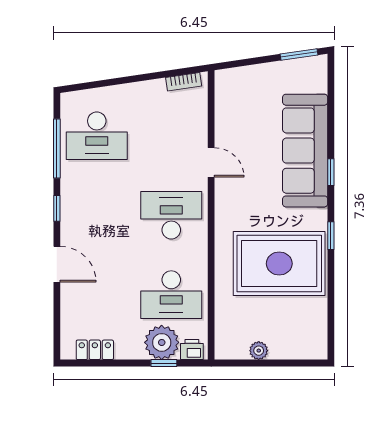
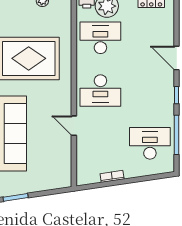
bookcase: (184, 82) -> (112, 176), moved

